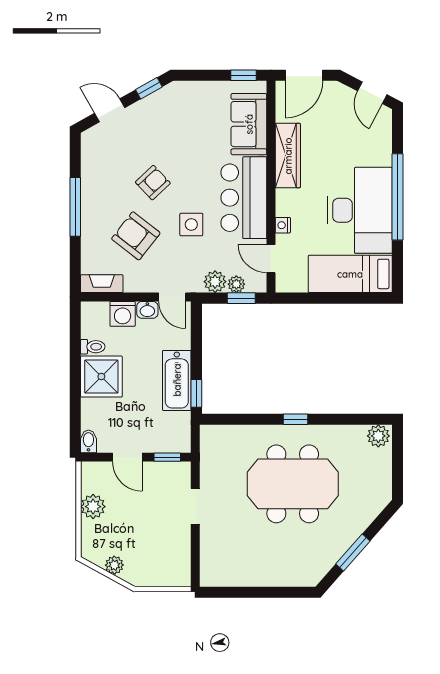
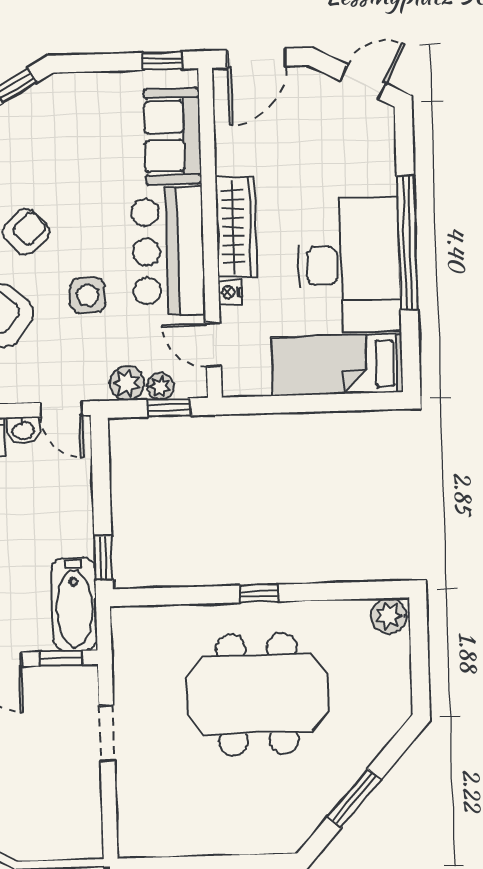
door: (372, 93) -> (363, 82), swing flipped
wardrobe: (288, 156) -> (236, 227), moved
bathtub: (177, 380) -> (74, 604), moved

